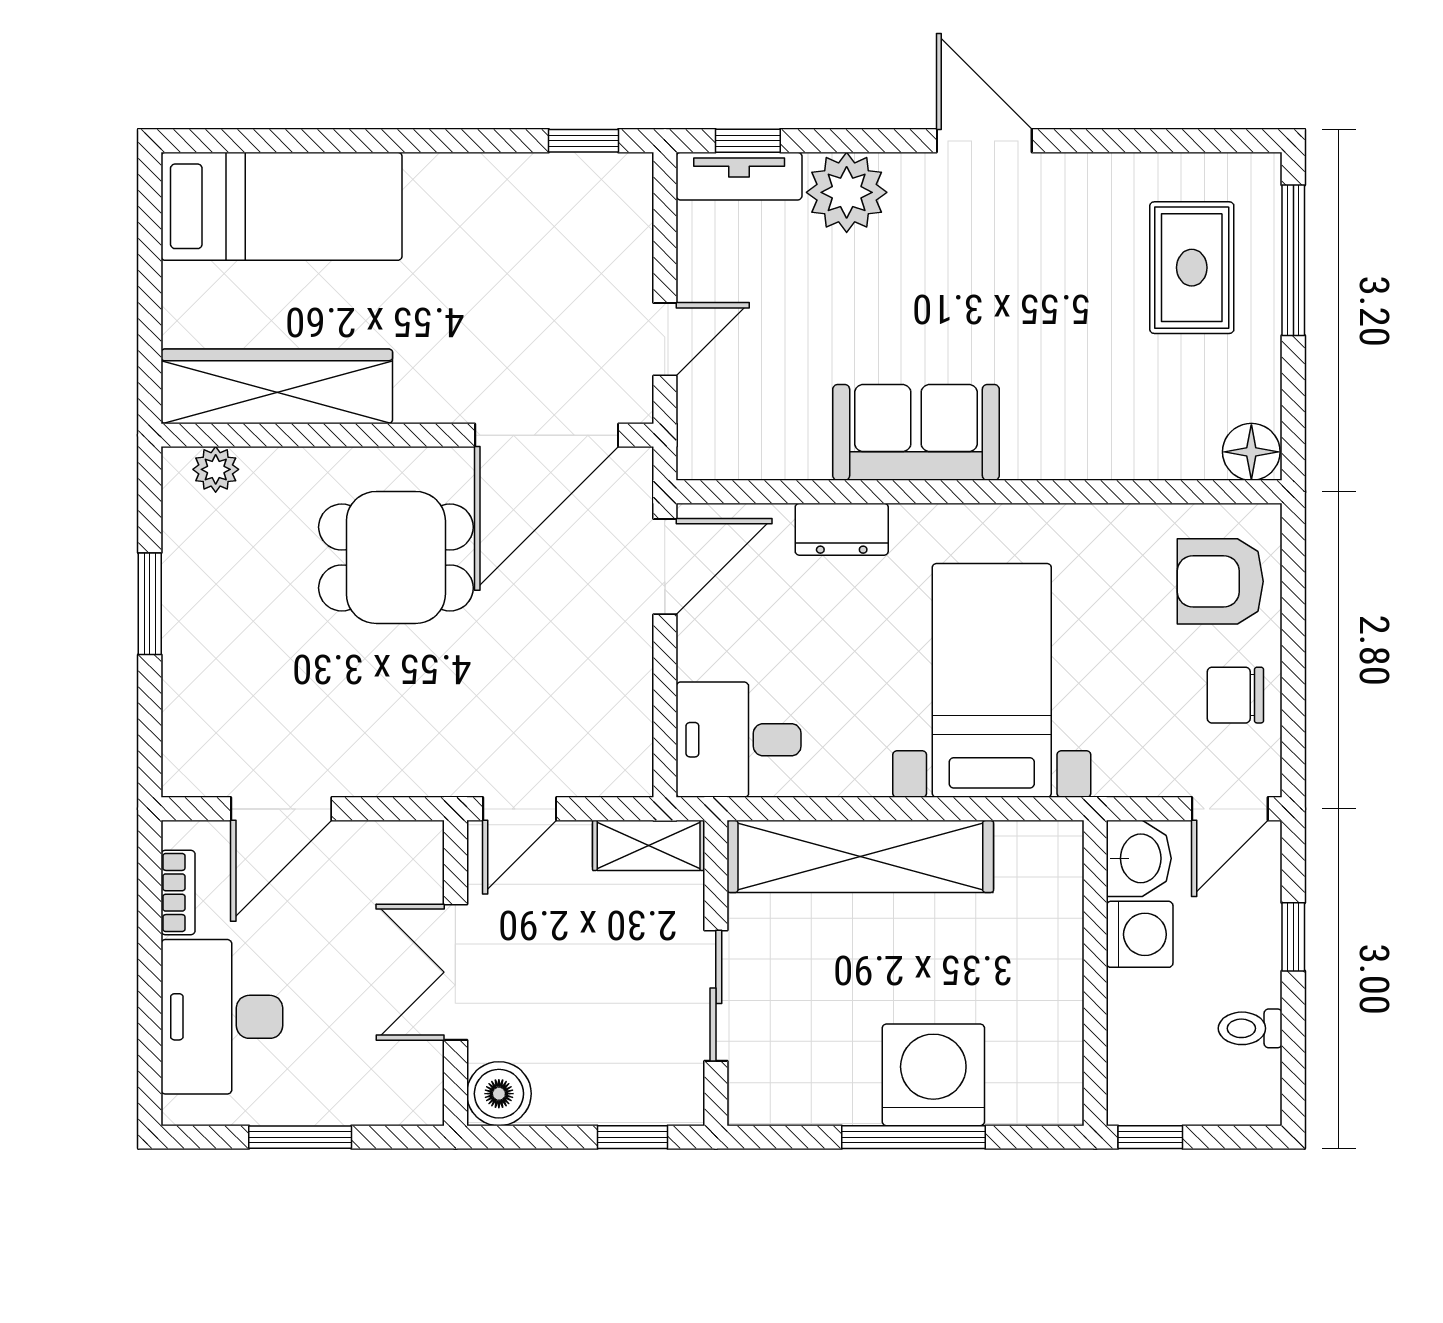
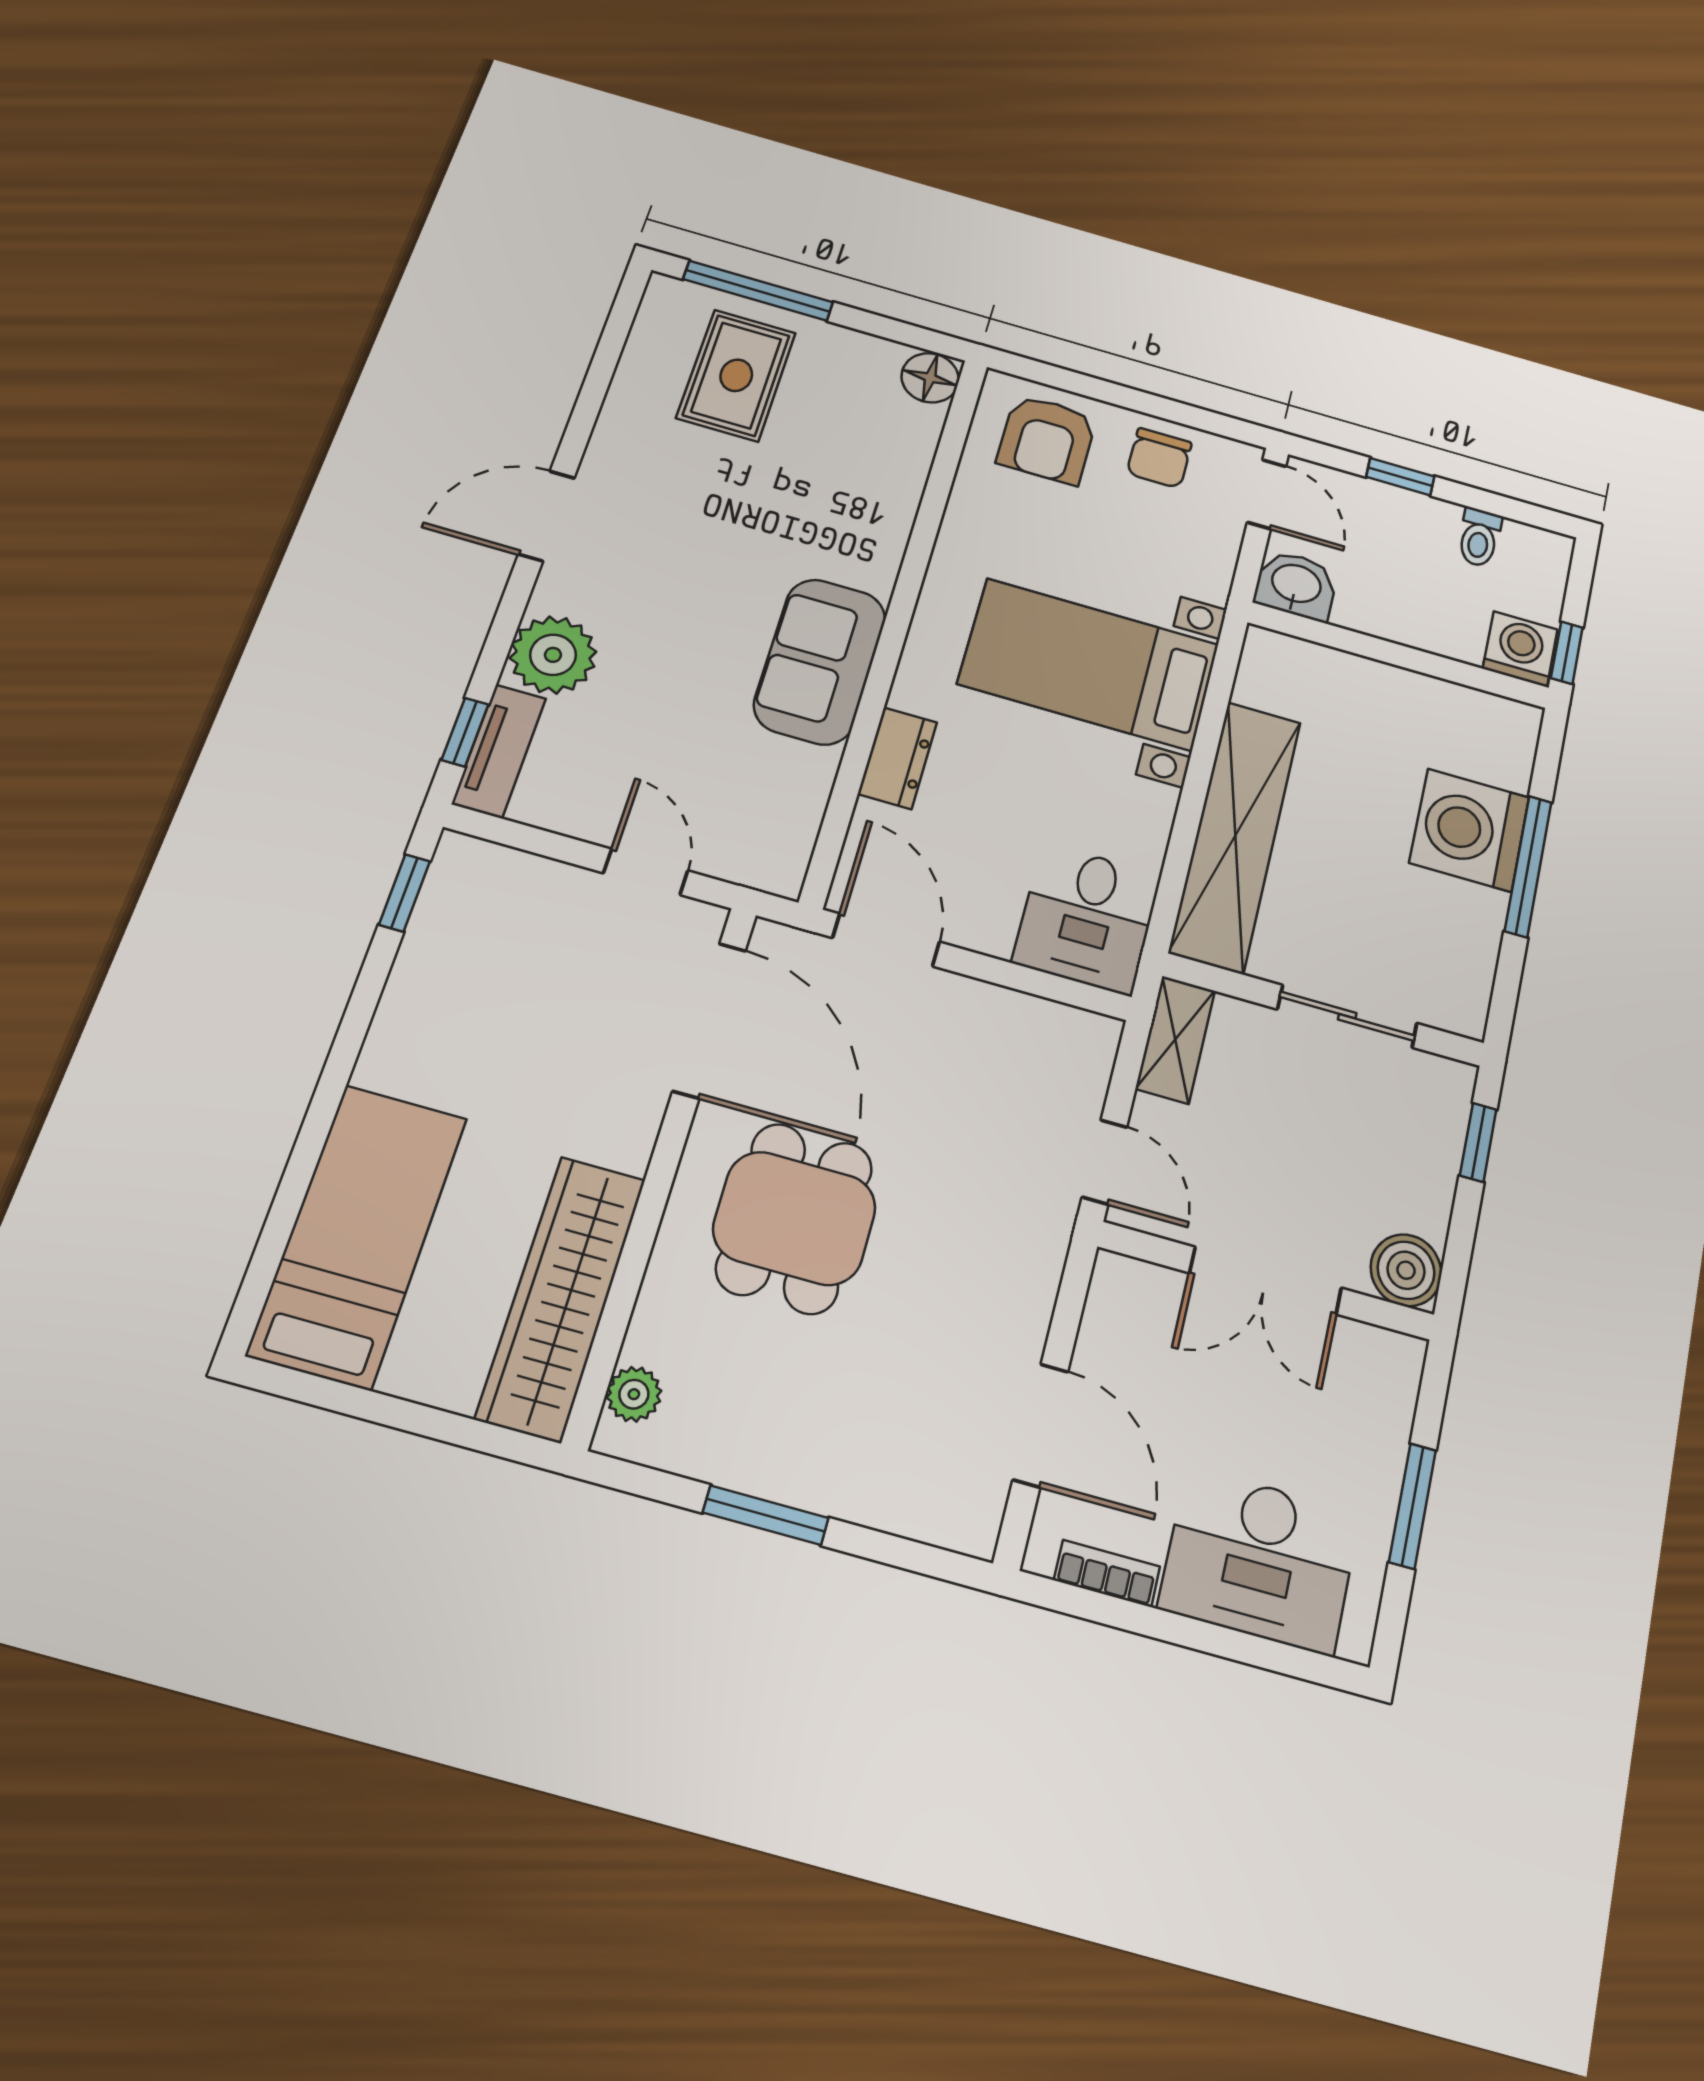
rug: (1192, 268) -> (736, 375), turned 90
washing machine: (1140, 934) -> (1520, 649), moved

